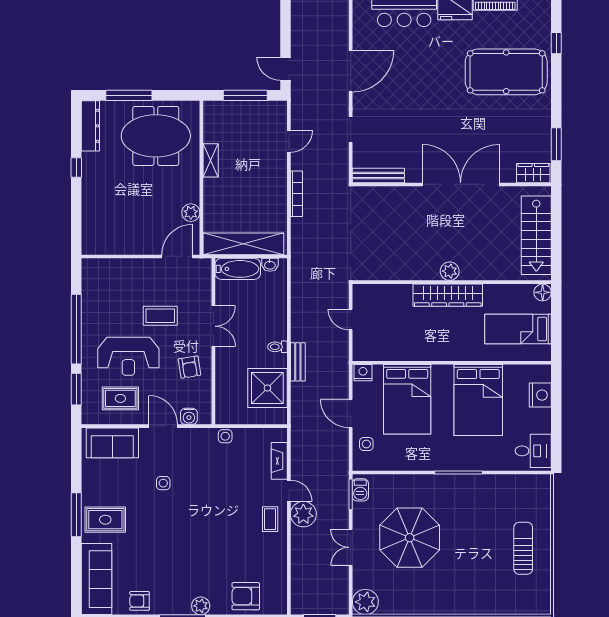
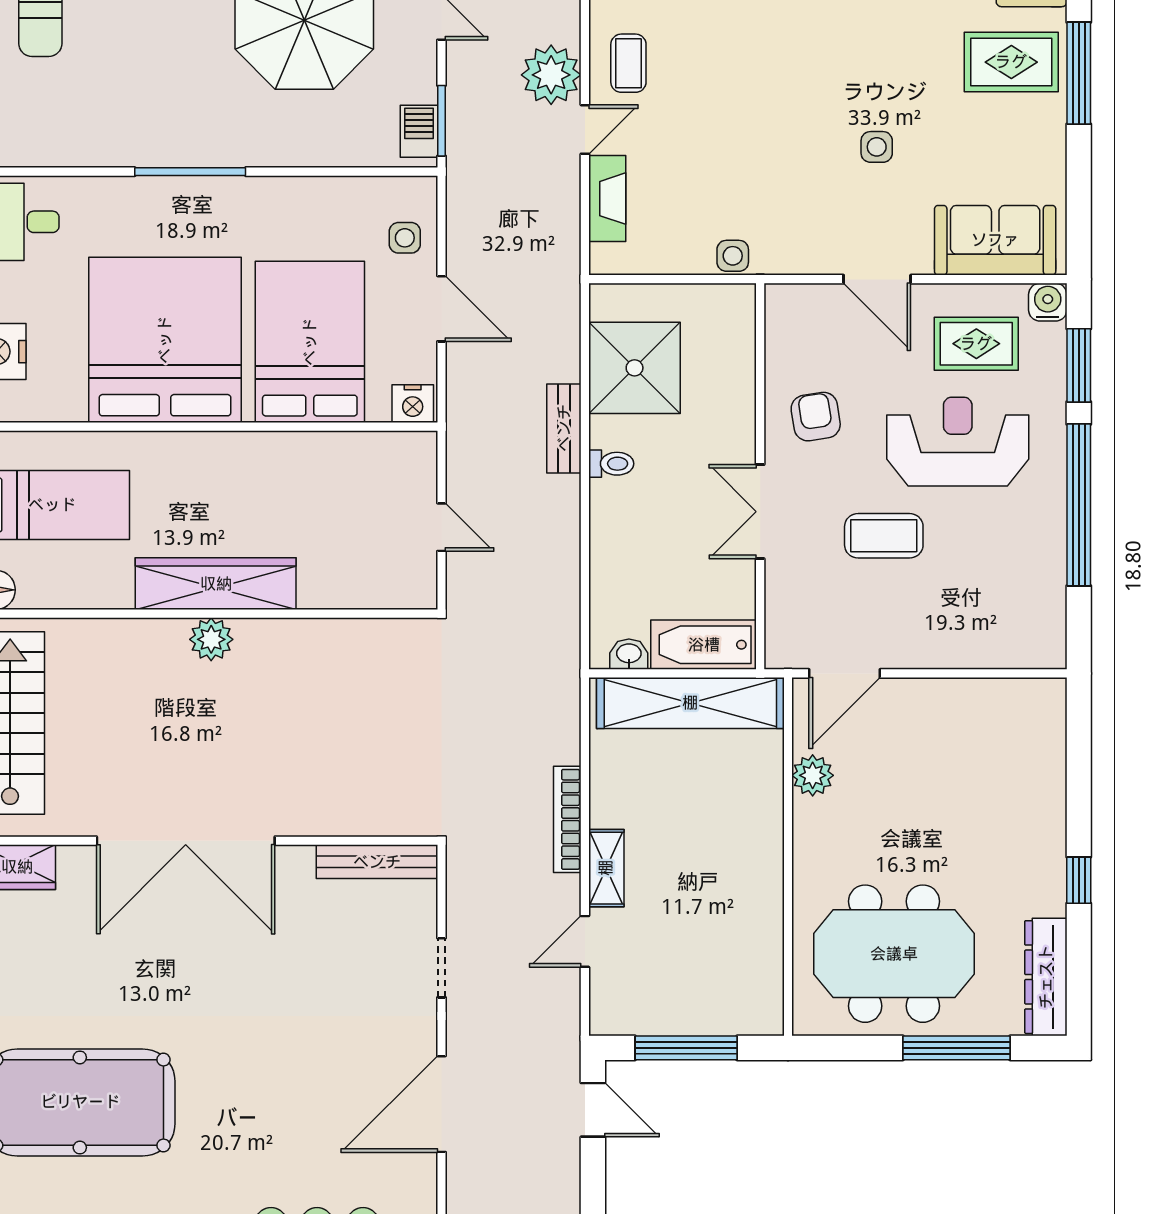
shelving: (211, 160) -> (606, 868), moved
bed: (478, 400) -> (165, 340), width x1.36
water cooler: (189, 416) -> (1048, 302), moved
door: (289, 491) -> (585, 129), swing flipped

